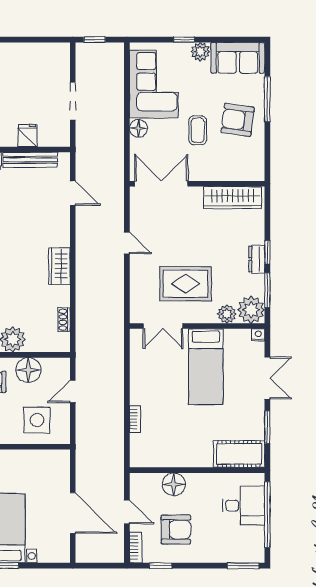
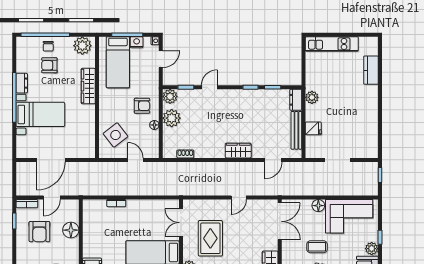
wardrobe: (59, 266) -> (238, 151), moved
floor lamp: (28, 370) -> (154, 125), width x0.53, depth x0.53
side table: (37, 420) -> (116, 135), turned -38

